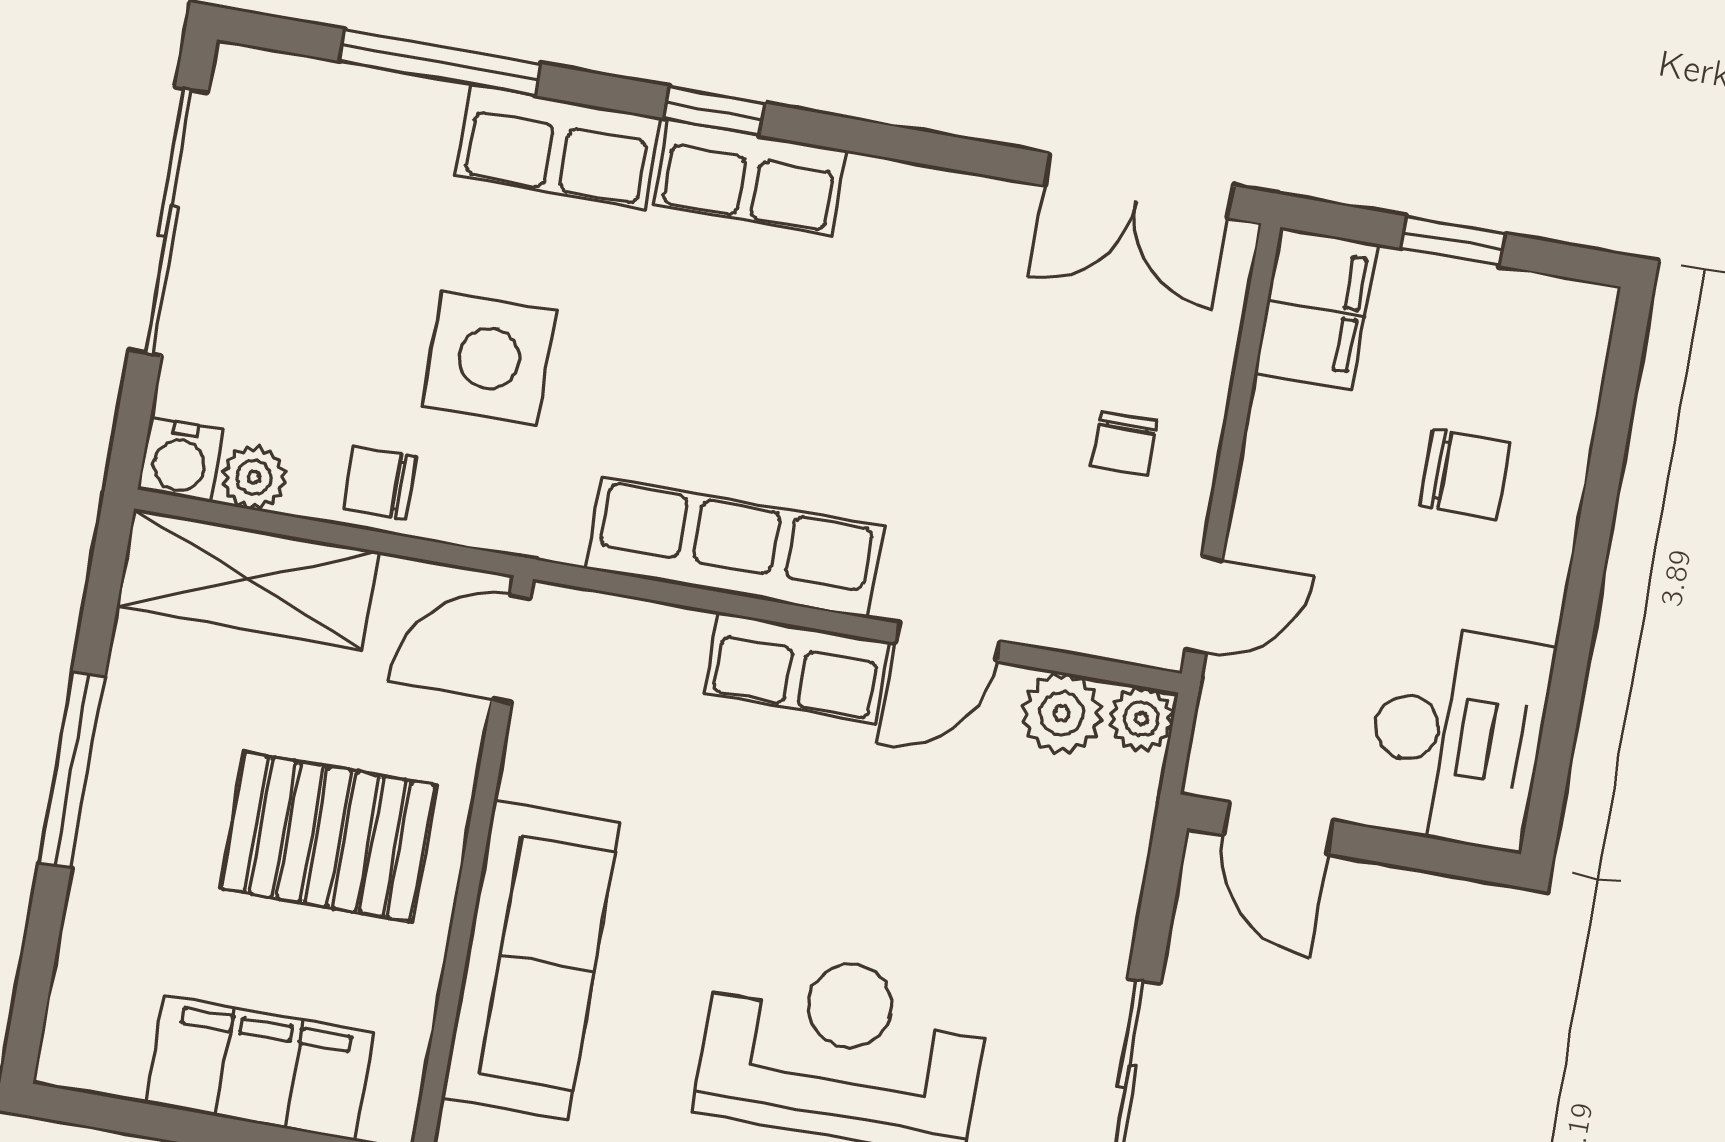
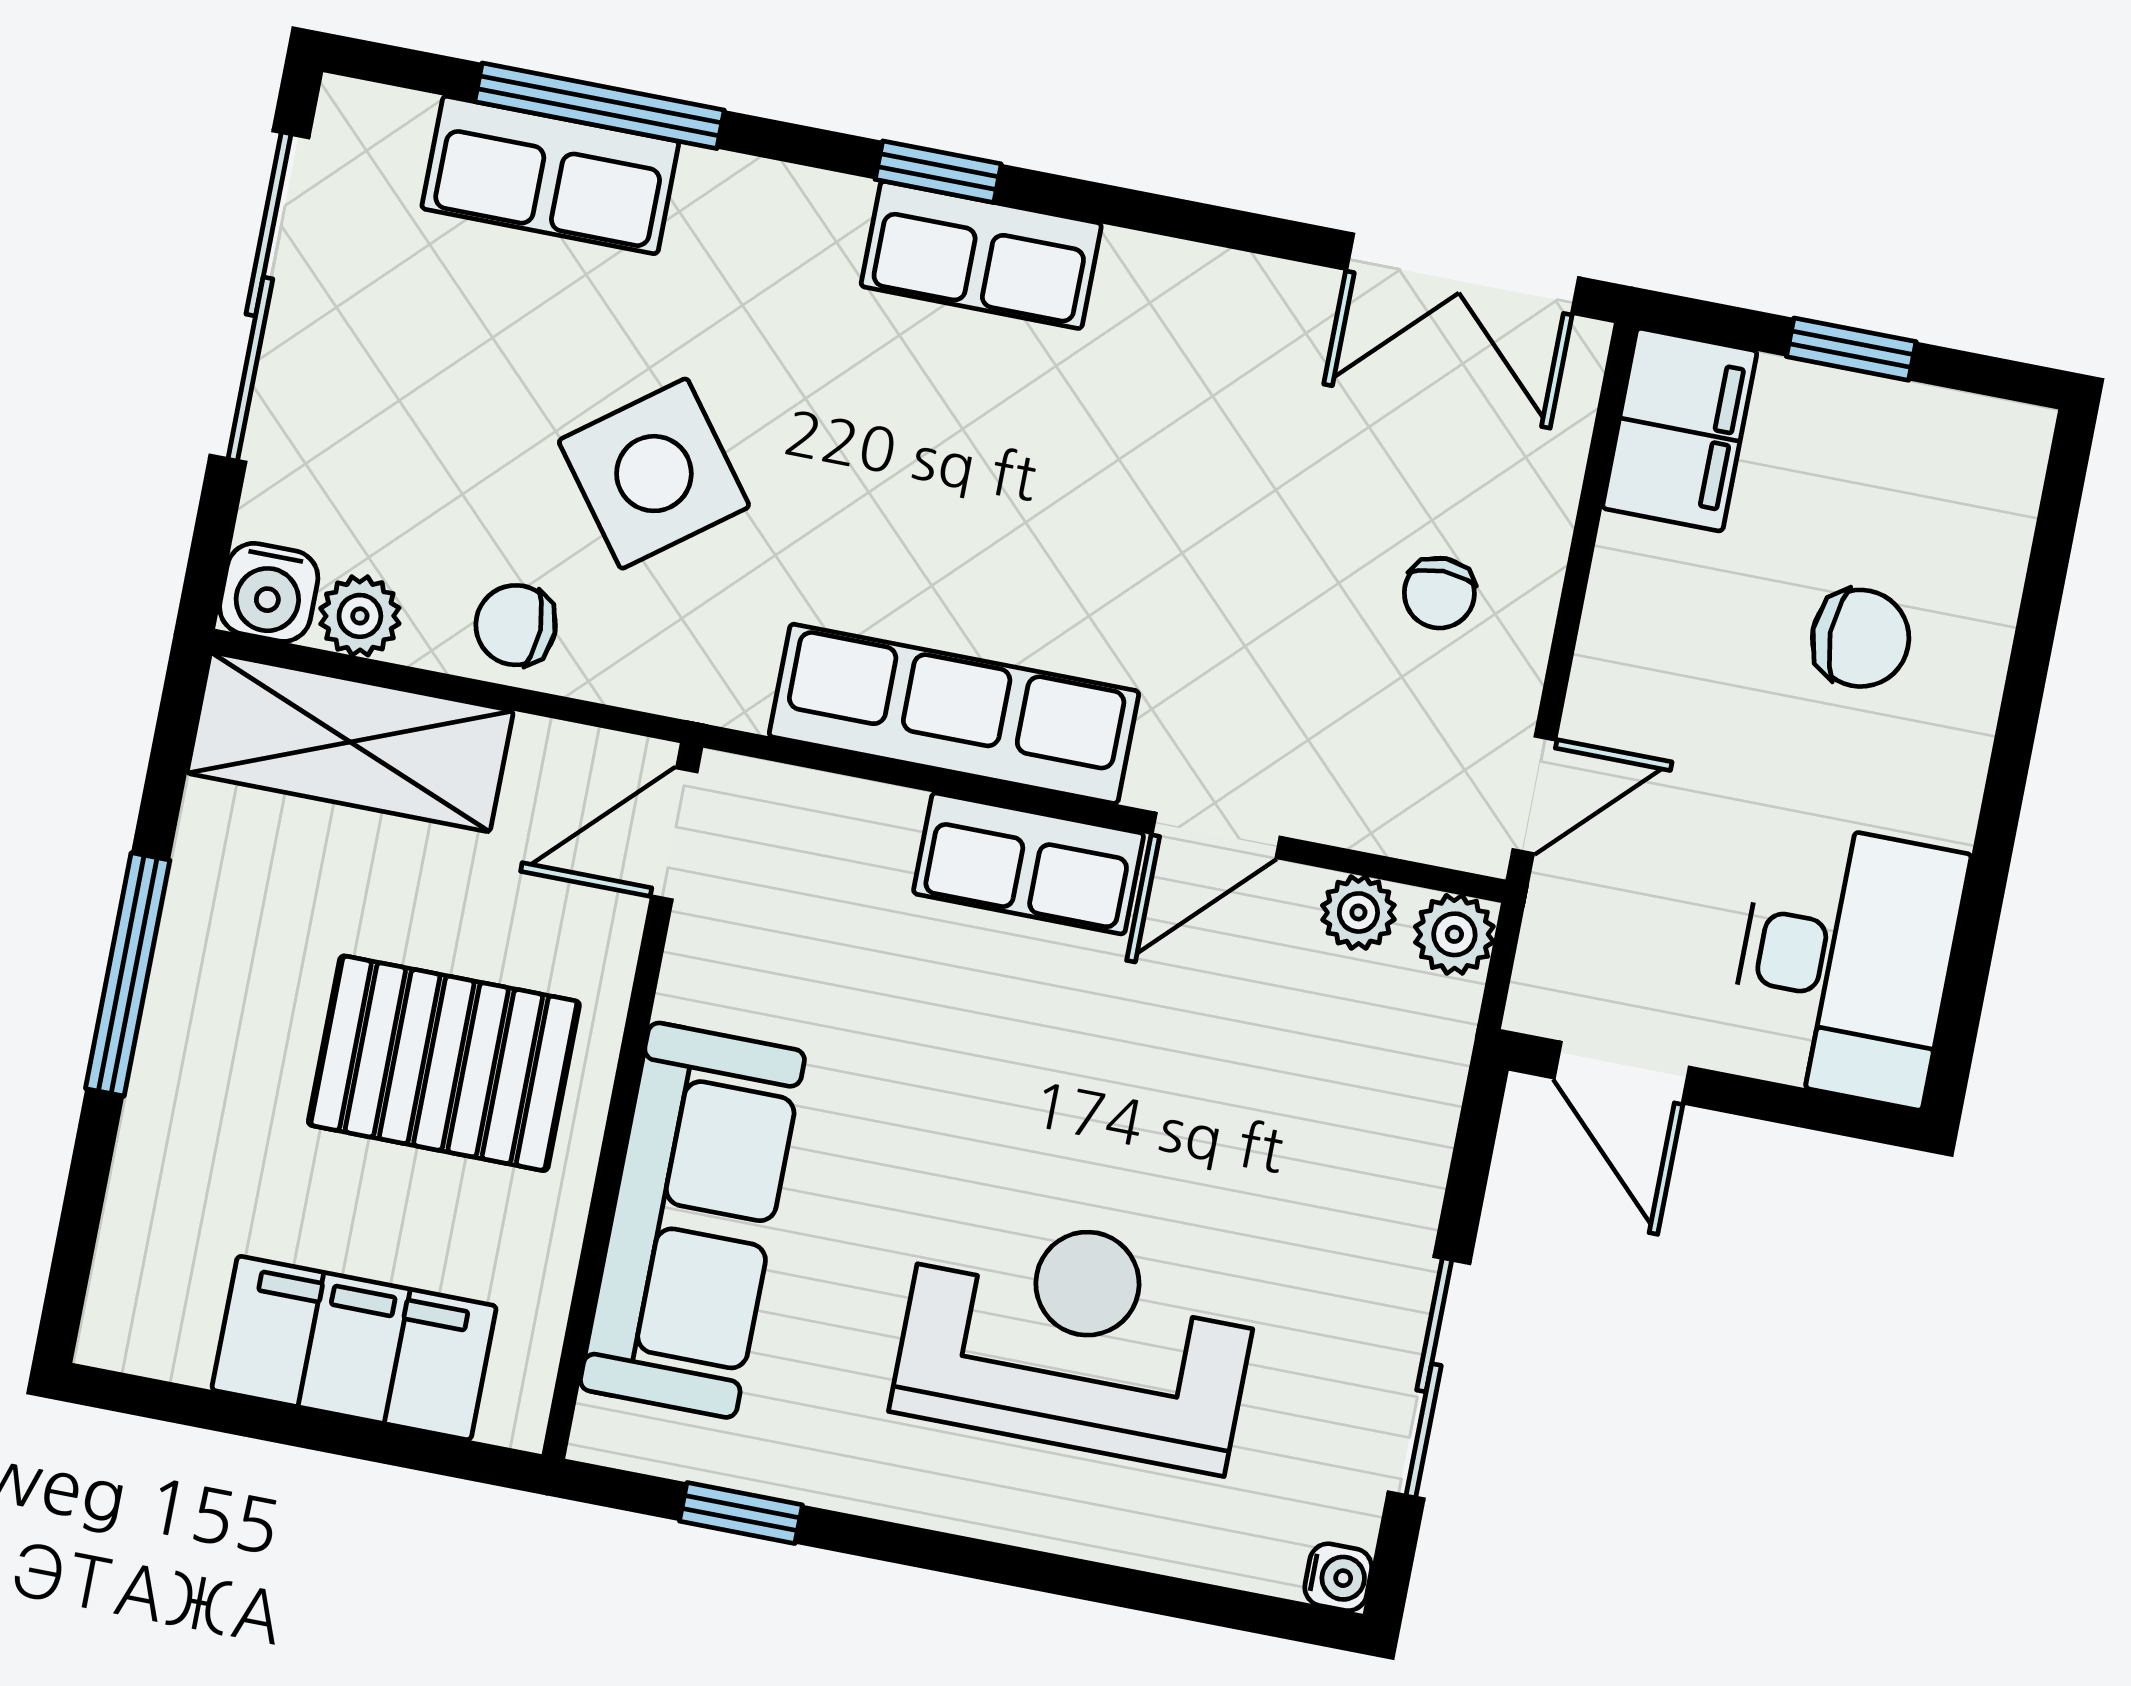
row of seats: (558, 147) -> (550, 175), moved
side table: (489, 358) -> (654, 474), turned -37
plant: (1062, 713) -> (1358, 912), width x0.73, depth x0.73

